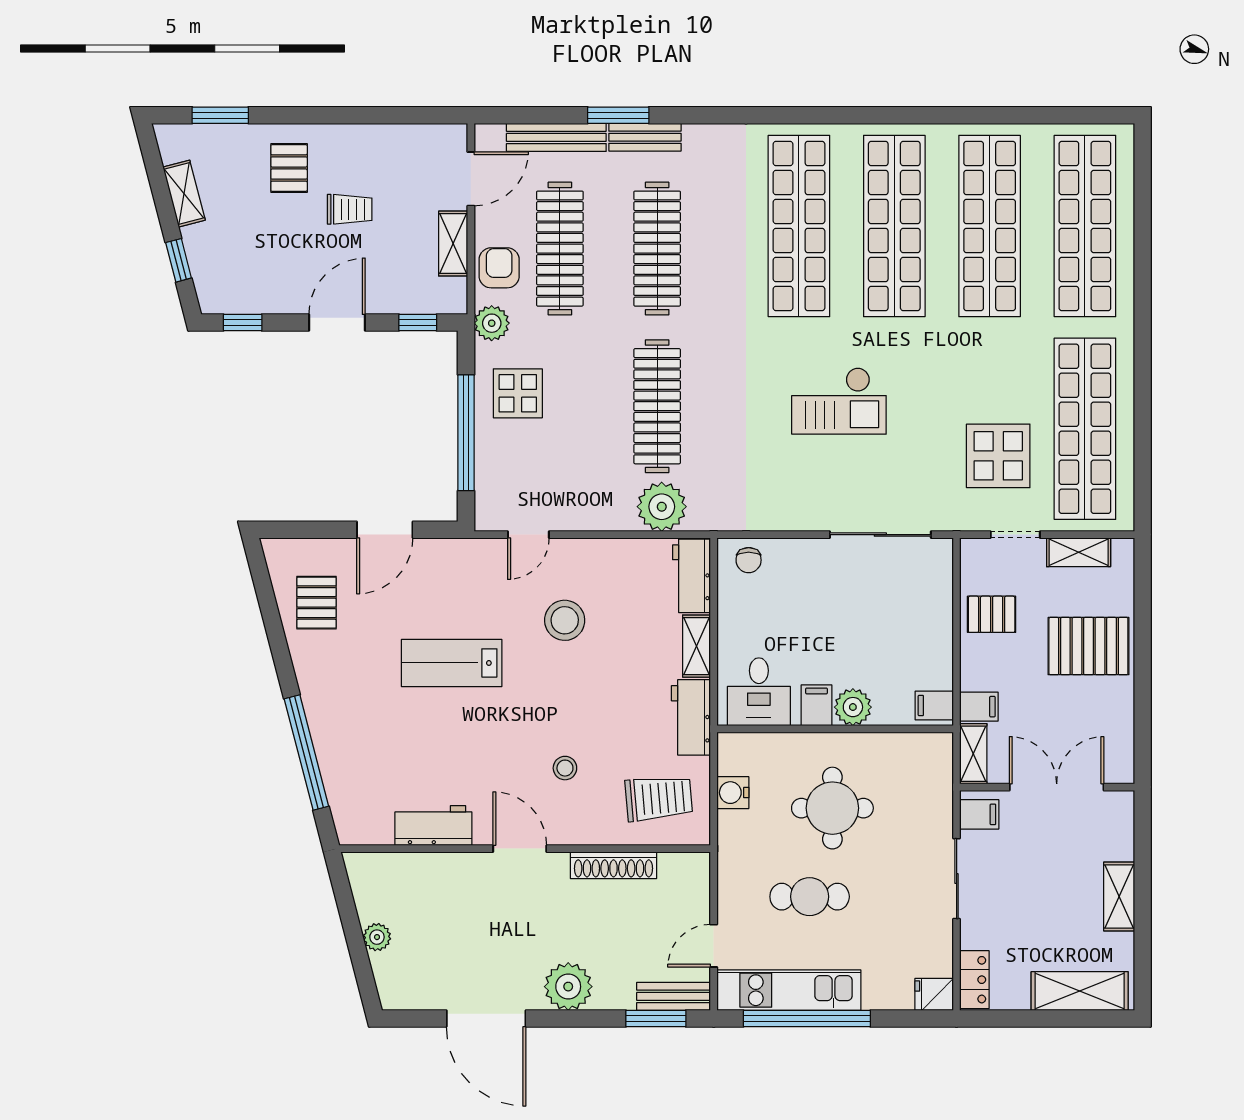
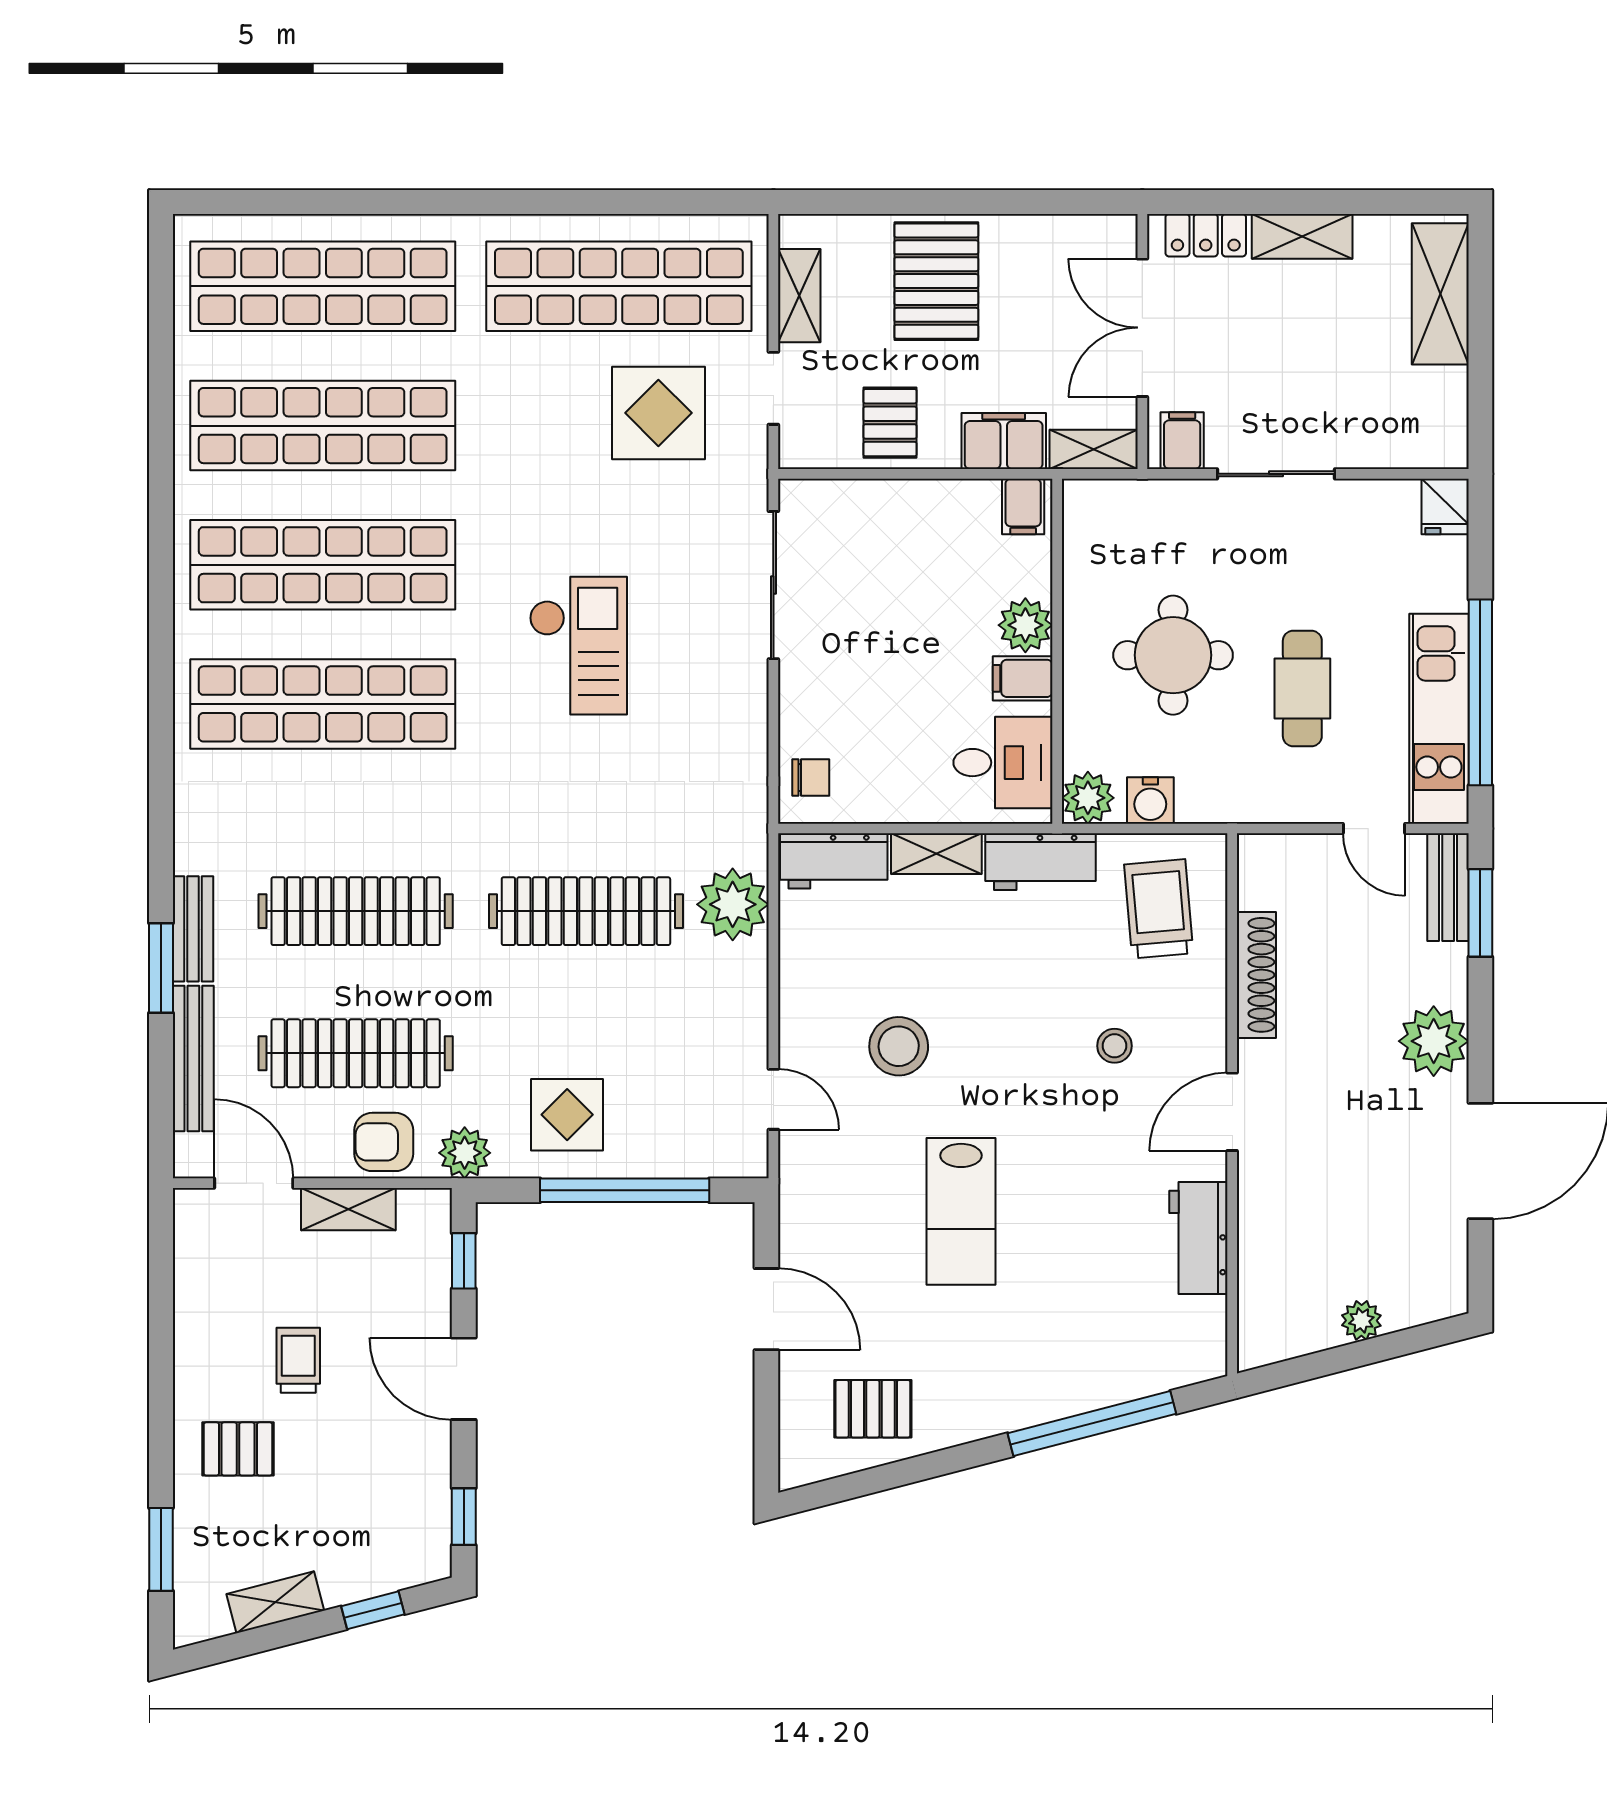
filing cabinet: (979, 707) -> (1004, 441), width x2.00
plant: (735, 750) -> (1088, 798), added
locker: (974, 980) -> (1206, 235), moved, turned 180

